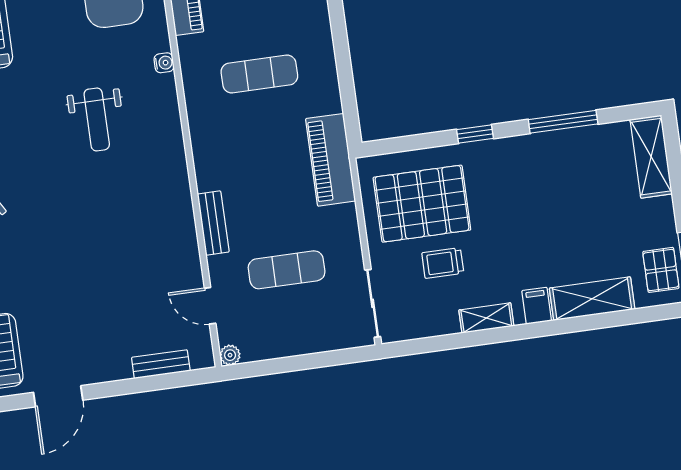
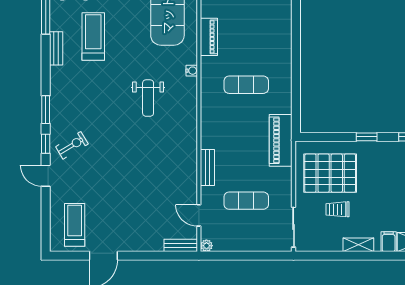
bench: (161, 364) -> (181, 245), moved

